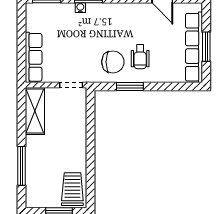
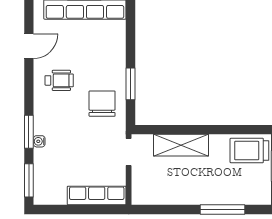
wheelchair: (140, 57) -> (59, 80), moved
shelving: (35, 111) -> (181, 145), moved

